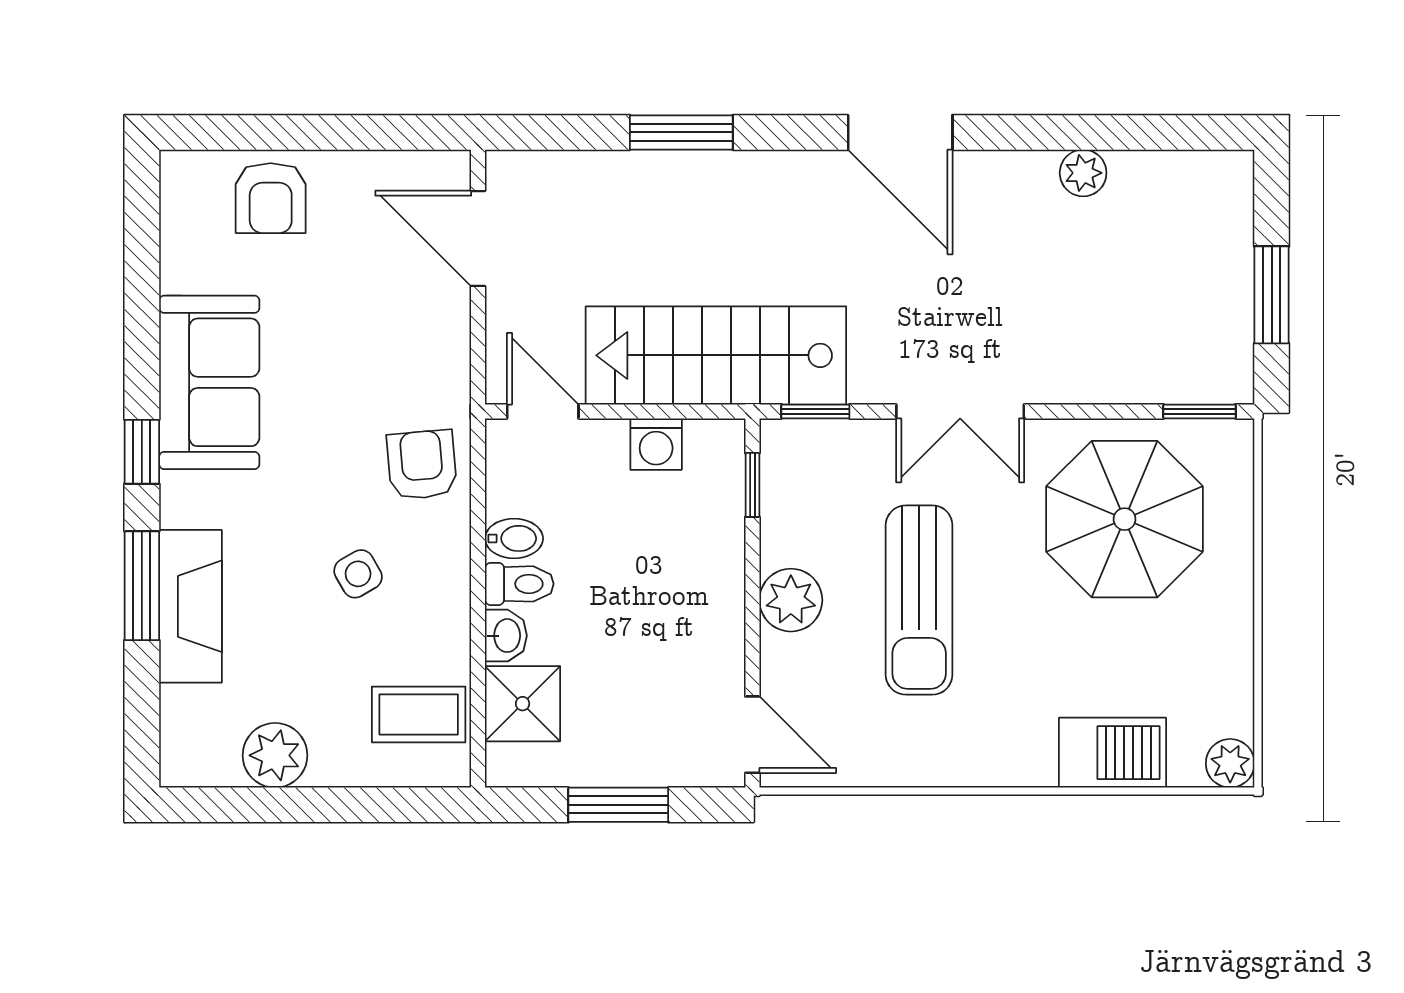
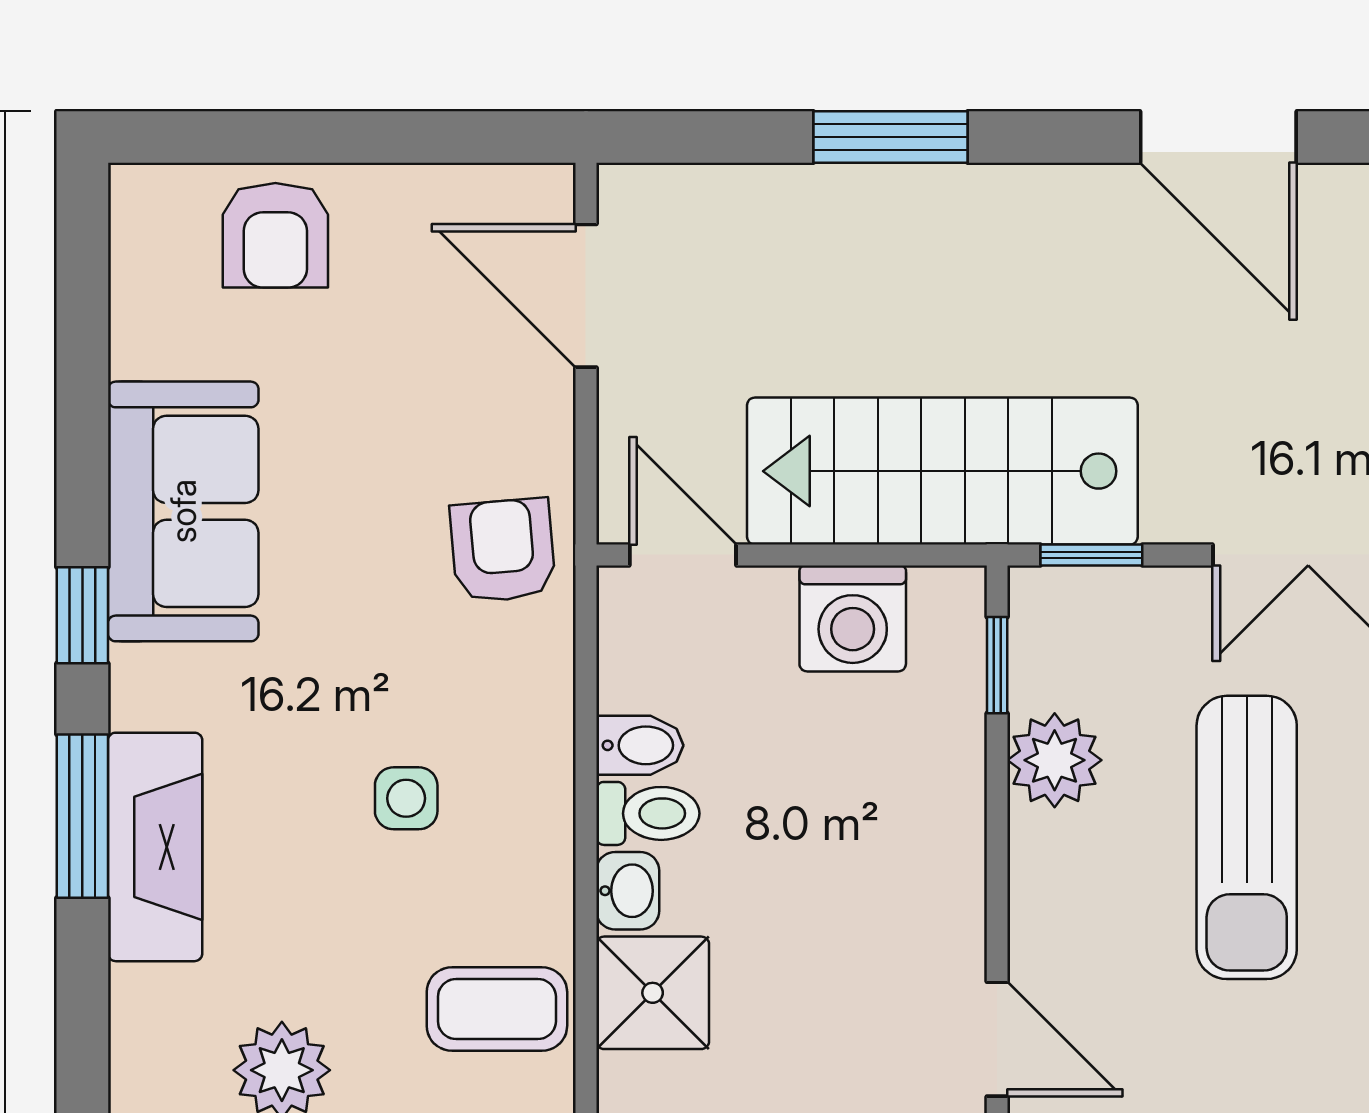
washing machine: (656, 444) -> (853, 618), width x1.38, depth x1.38
armchair: (422, 465) -> (503, 550), moved
side table: (358, 574) -> (406, 798), turned 30
plant: (791, 600) -> (1055, 760), moved

